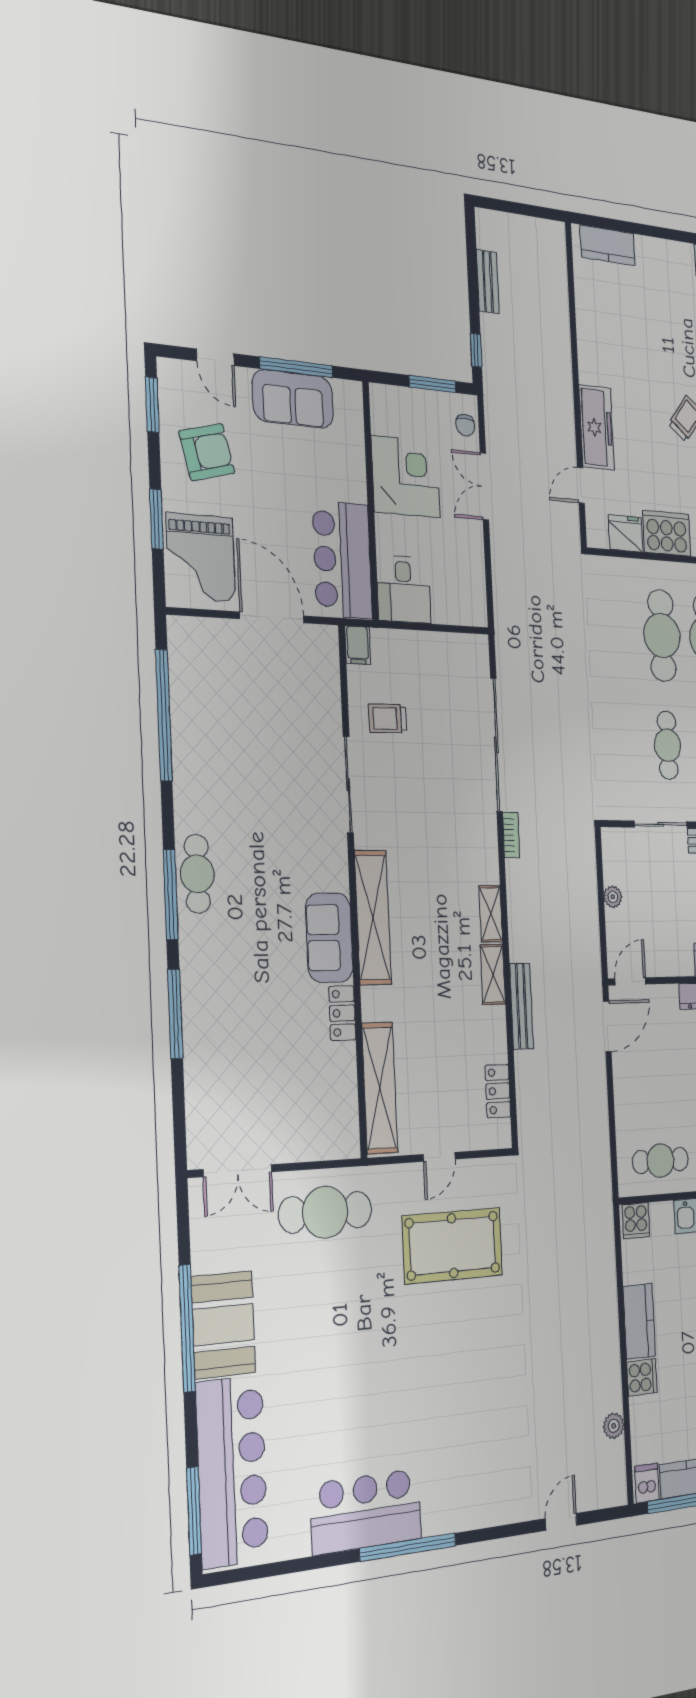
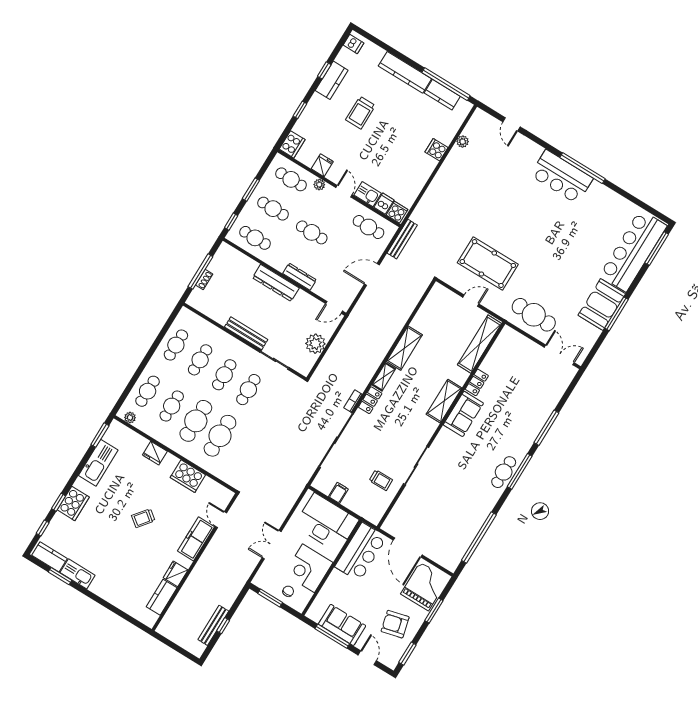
kitchen counter: (608, 245) -> (162, 597), moved, turned -90
bench: (488, 282) -> (213, 625), width x1.36
window: (476, 350) -> (223, 626), moved
chair: (465, 425) -> (288, 591), moved
door: (581, 485) -> (221, 520), swing flipped
double door: (484, 486) -> (272, 545), swing flipped
fridge: (625, 533) -> (176, 574), moved, turned 90
desk: (404, 589) -> (326, 523), width x1.87, depth x1.30
filing cabinet: (358, 645) -> (338, 493), moved
plant: (613, 897) -> (315, 344), width x1.88, depth x1.88
shelving: (373, 917) -> (444, 401), width x0.68
shelving: (493, 974) -> (404, 348), width x1.50, depth x1.33
bench: (522, 1006) -> (402, 239), moved
door: (607, 1026) -> (372, 274), moved
locker: (498, 1091) -> (370, 400), moved
kitchen counter: (639, 1321) -> (423, 172), removed
window: (187, 1328) -> (617, 314), width x0.68
dishwasher: (647, 1483) -> (384, 204), moved, turned 180
bar counter: (366, 1512) -> (562, 177), moved
door: (561, 1522) -> (511, 124), hinge flipped

